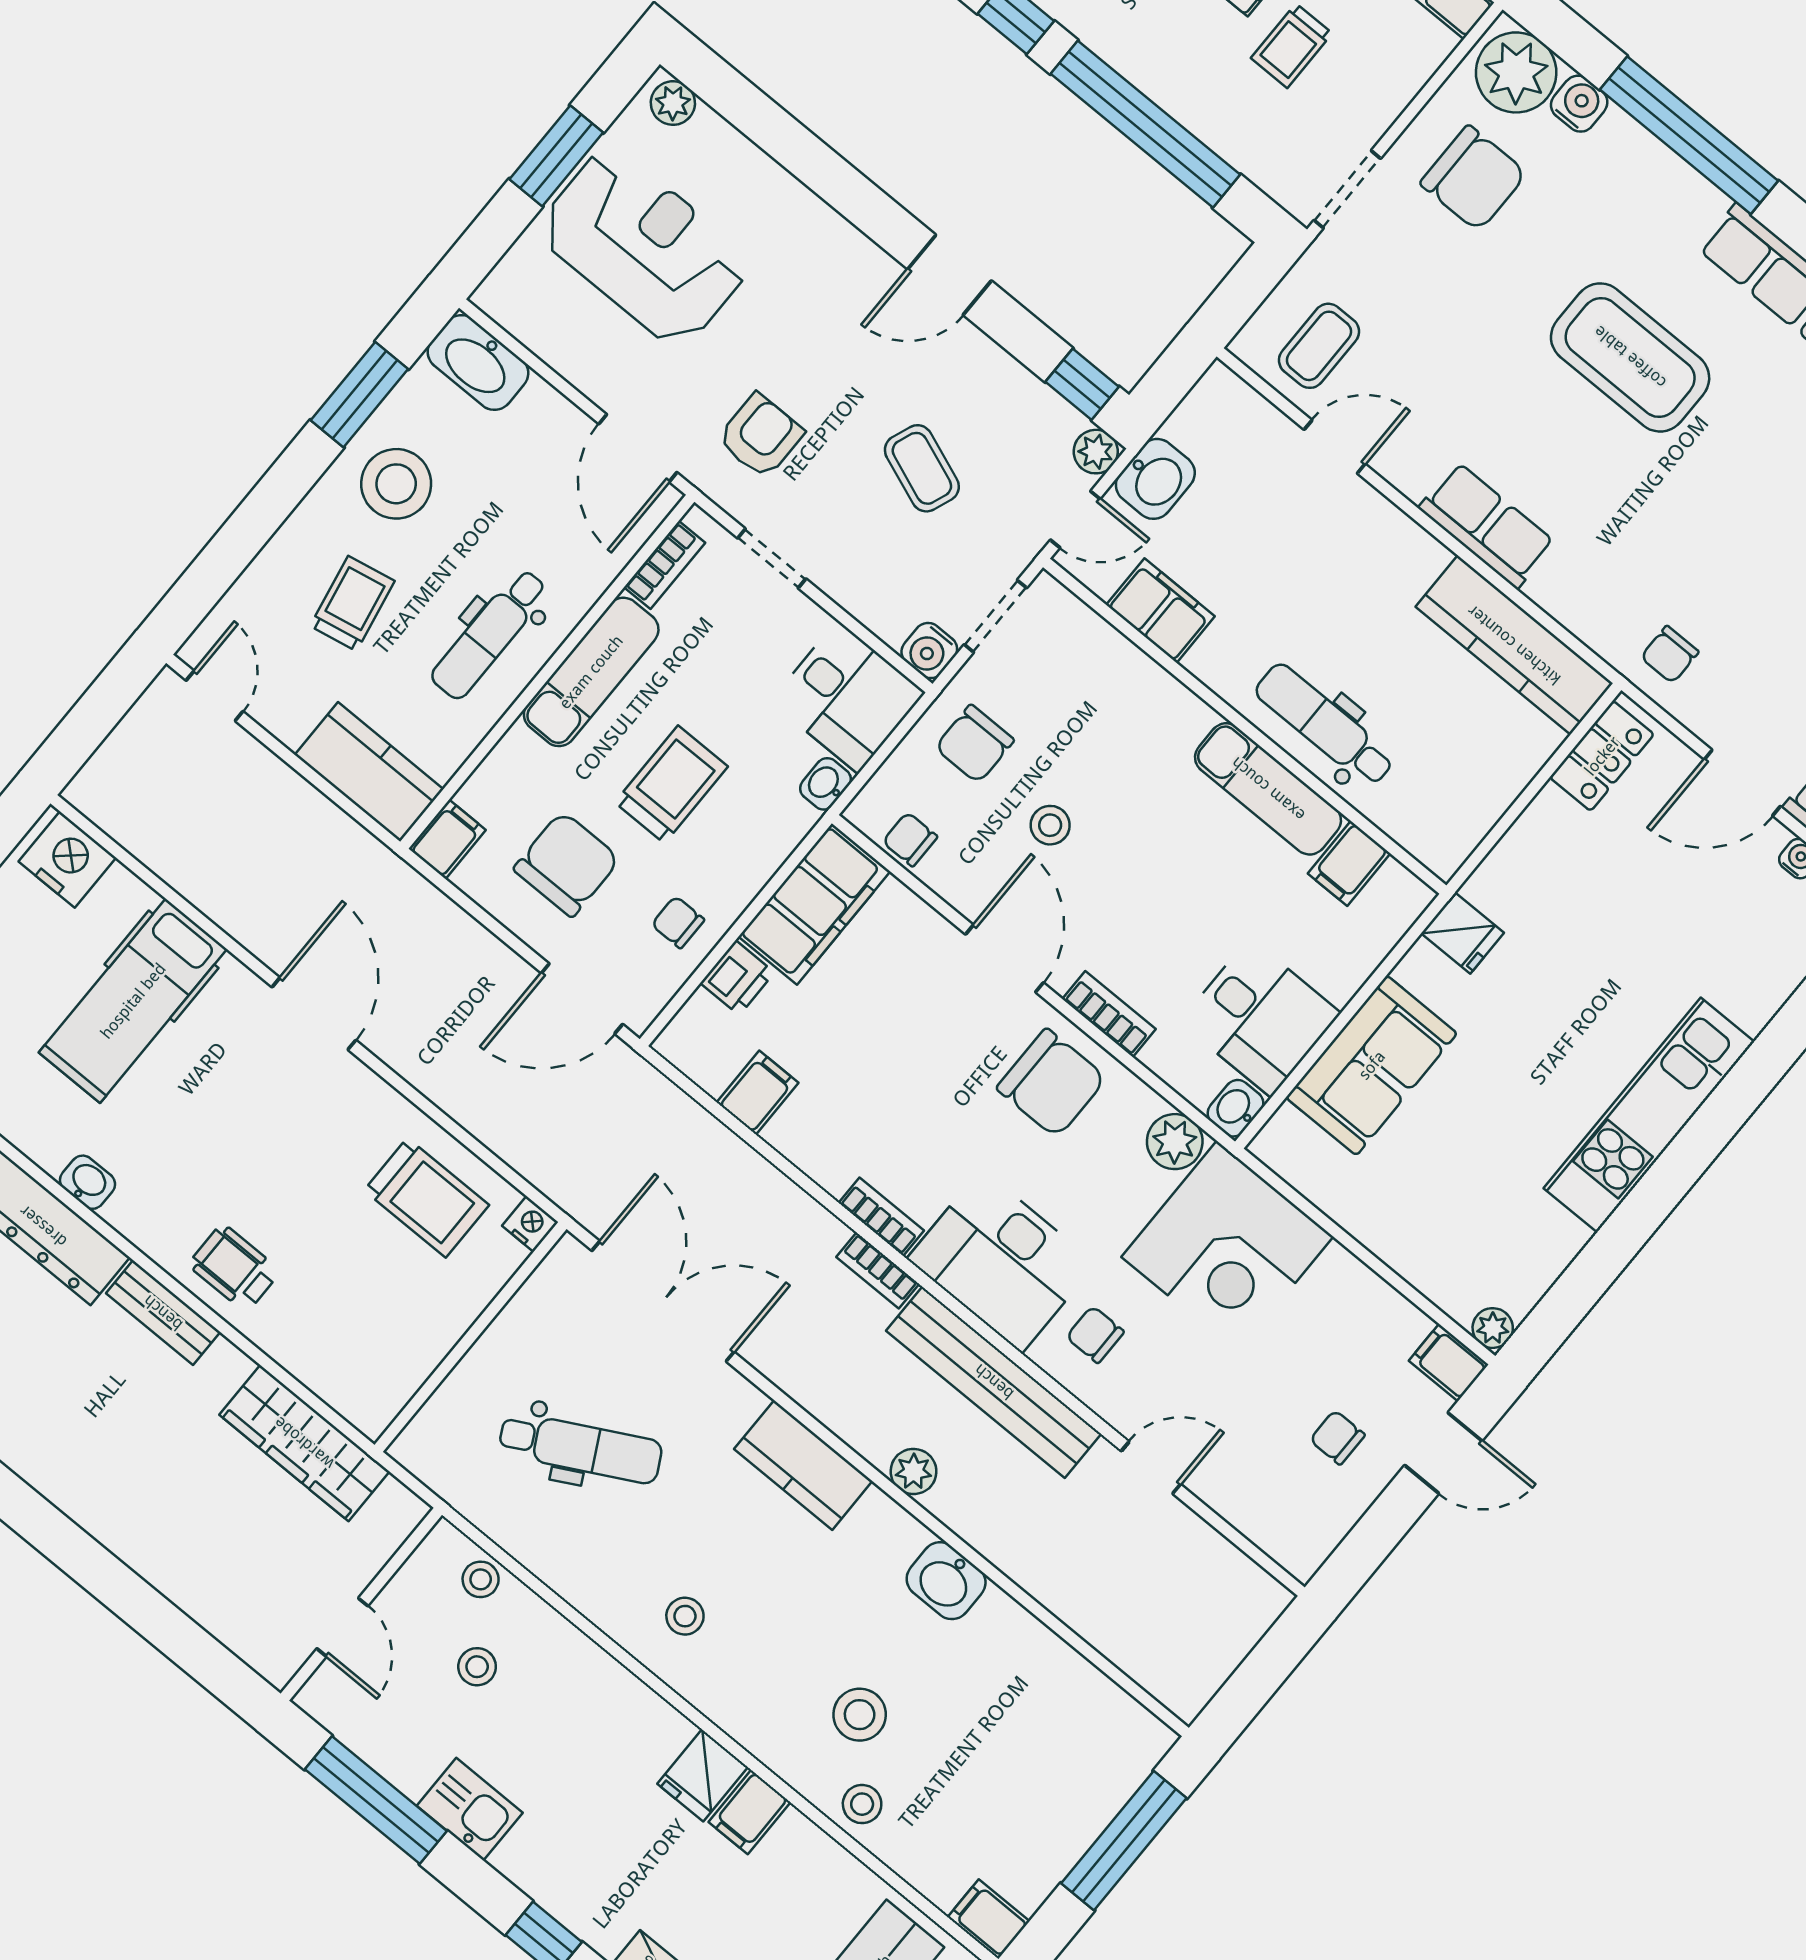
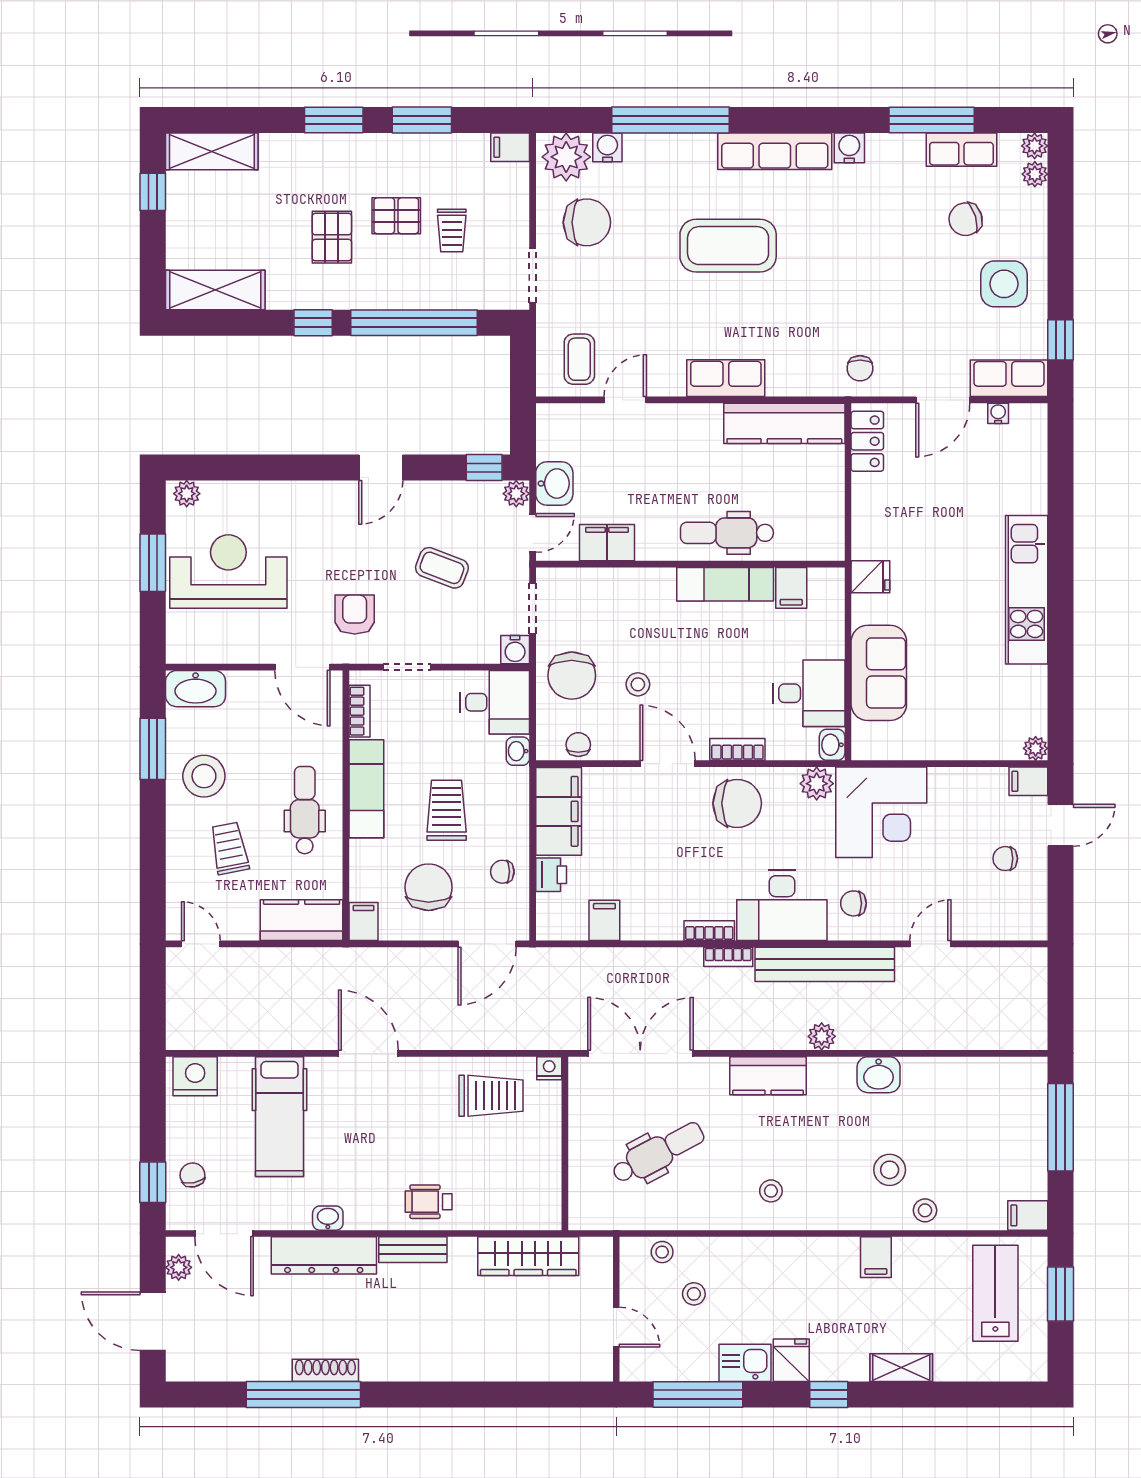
dental chair: (489, 634) -> (305, 810), turned 180
chair: (975, 744) -> (572, 676), width x1.37, depth x1.37
chair: (910, 839) -> (578, 745), turned 90
fridge: (703, 1775) -> (791, 1360), moved, turned 180

